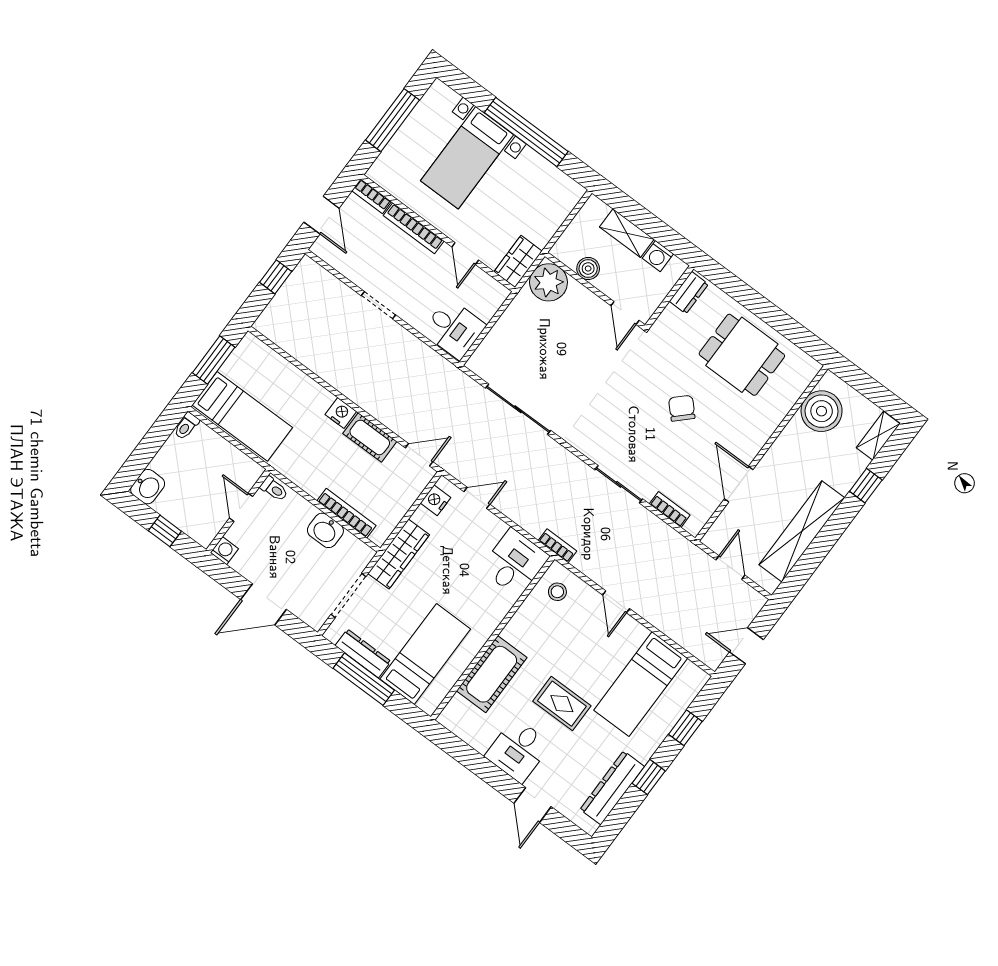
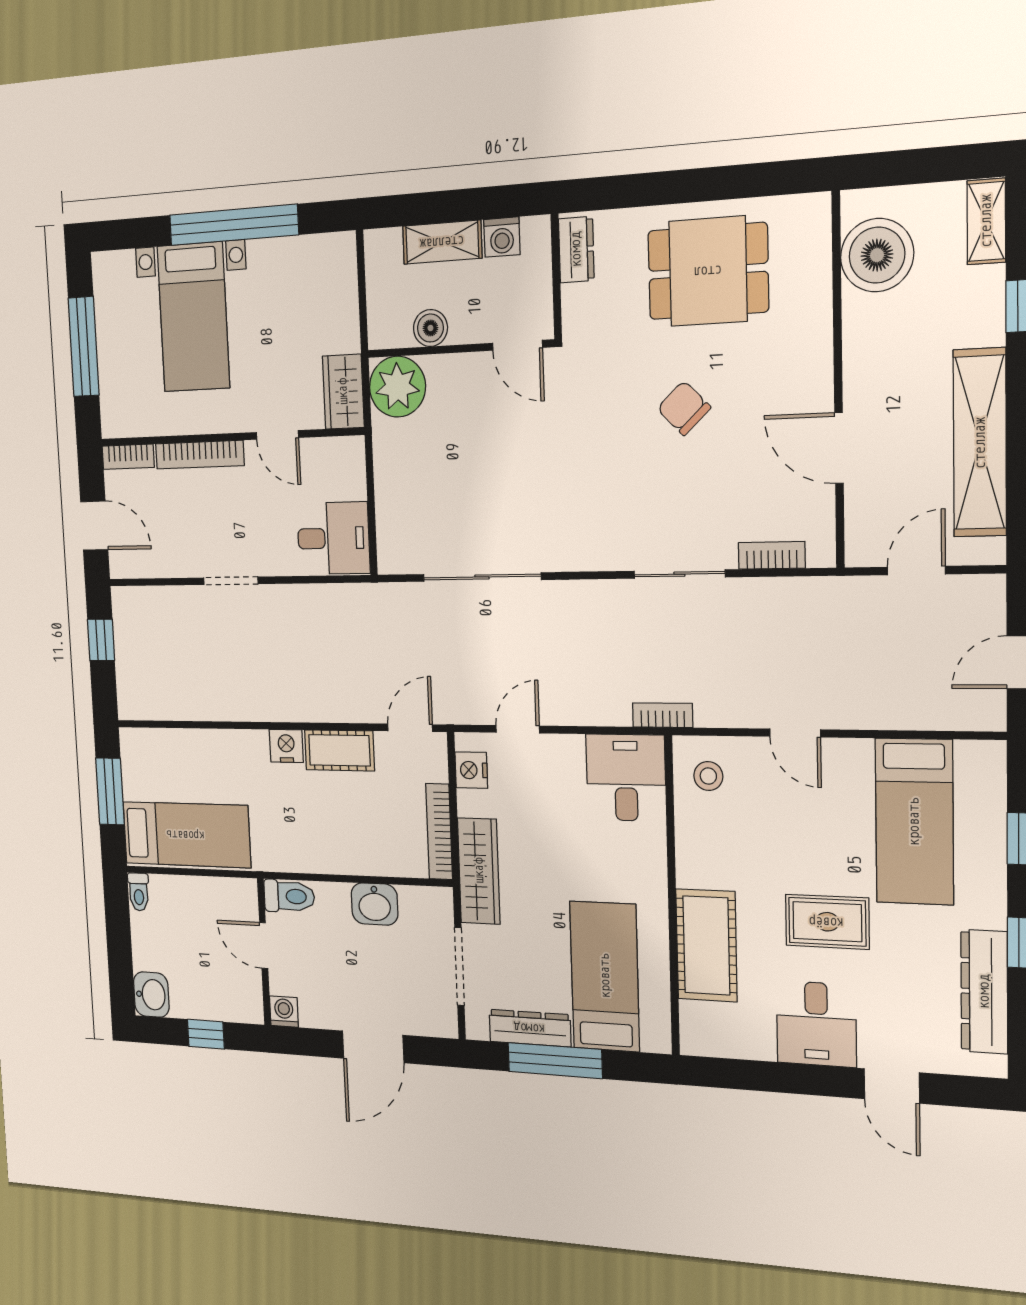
toilet: (274, 489) -> (289, 896), width x1.37, depth x1.39
bookcase: (346, 513) -> (439, 832), moved, turned -90
door: (730, 568) -> (916, 571), hinge flipped

